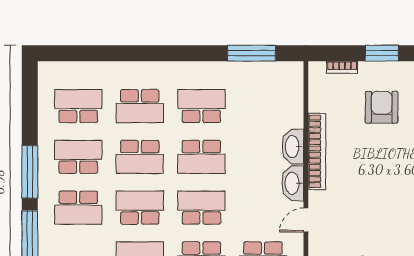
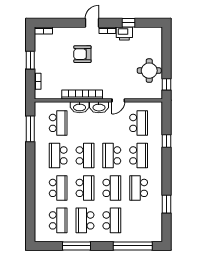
school desk: (78, 106) -> (58, 220), turned 180
school desk: (263, 106) -> (58, 123), added
armchair: (382, 107) -> (82, 54), moved
window: (30, 172) -> (77, 246), moved
school desk: (140, 208) -> (112, 188), turned 180
door: (306, 220) -> (118, 100), hinge flipped

